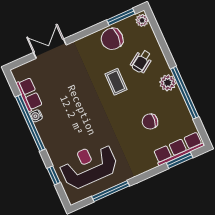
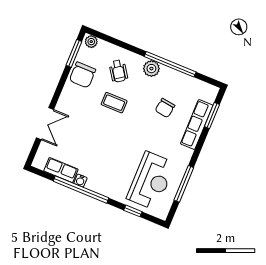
double door: (50, 49) -> (45, 124), swing flipped
row of seats: (178, 149) -> (197, 125), moved
reception desk: (88, 166) -> (151, 181), turned 180

